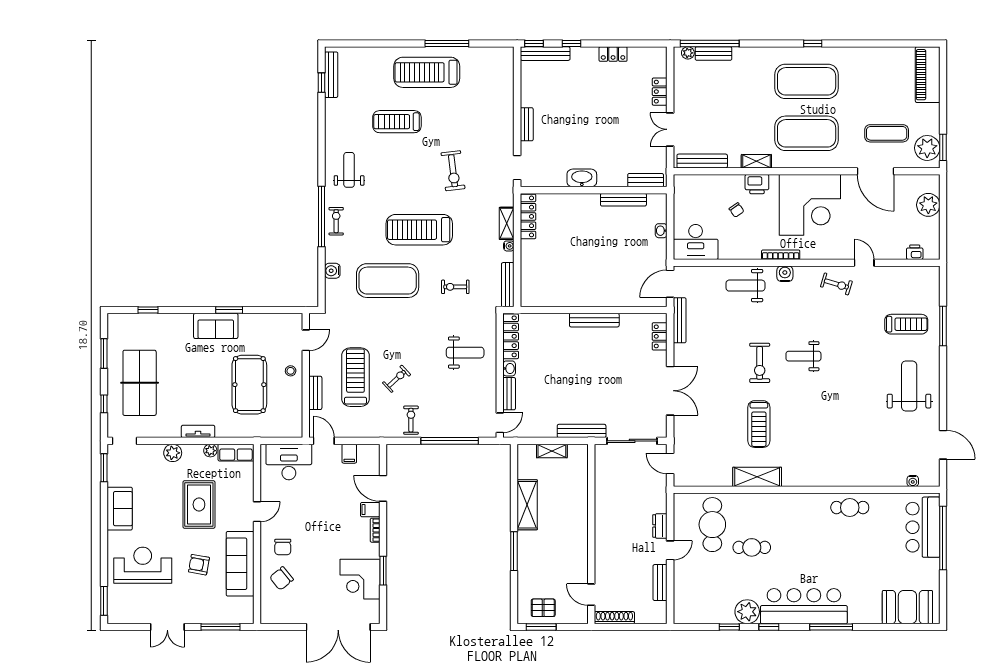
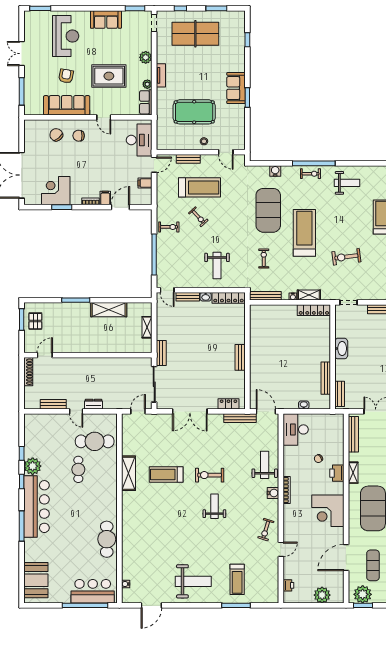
corner desk: (810, 205) -> (328, 511), width x0.74, depth x0.74
bench: (594, 320) -> (240, 357), width x0.73
bench: (582, 431) -> (161, 353), width x0.73
cafe table: (850, 508) -> (107, 539), width x1.37, depth x1.35

